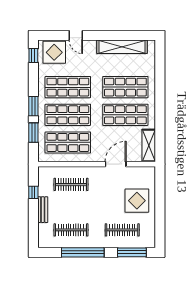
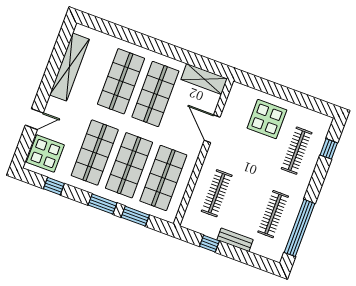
window: (33, 56) -> (54, 186), moved
window: (83, 252) -> (300, 228), moved
window: (132, 252) -> (329, 149), width x0.46

